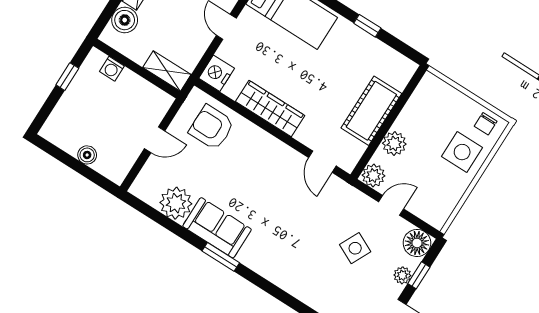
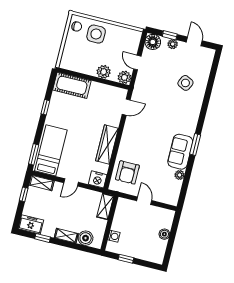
cot: (371, 111) -> (72, 85), moved
plant: (176, 203) -> (180, 175), width x0.53, depth x0.53
side table: (355, 248) -> (185, 83), moved

